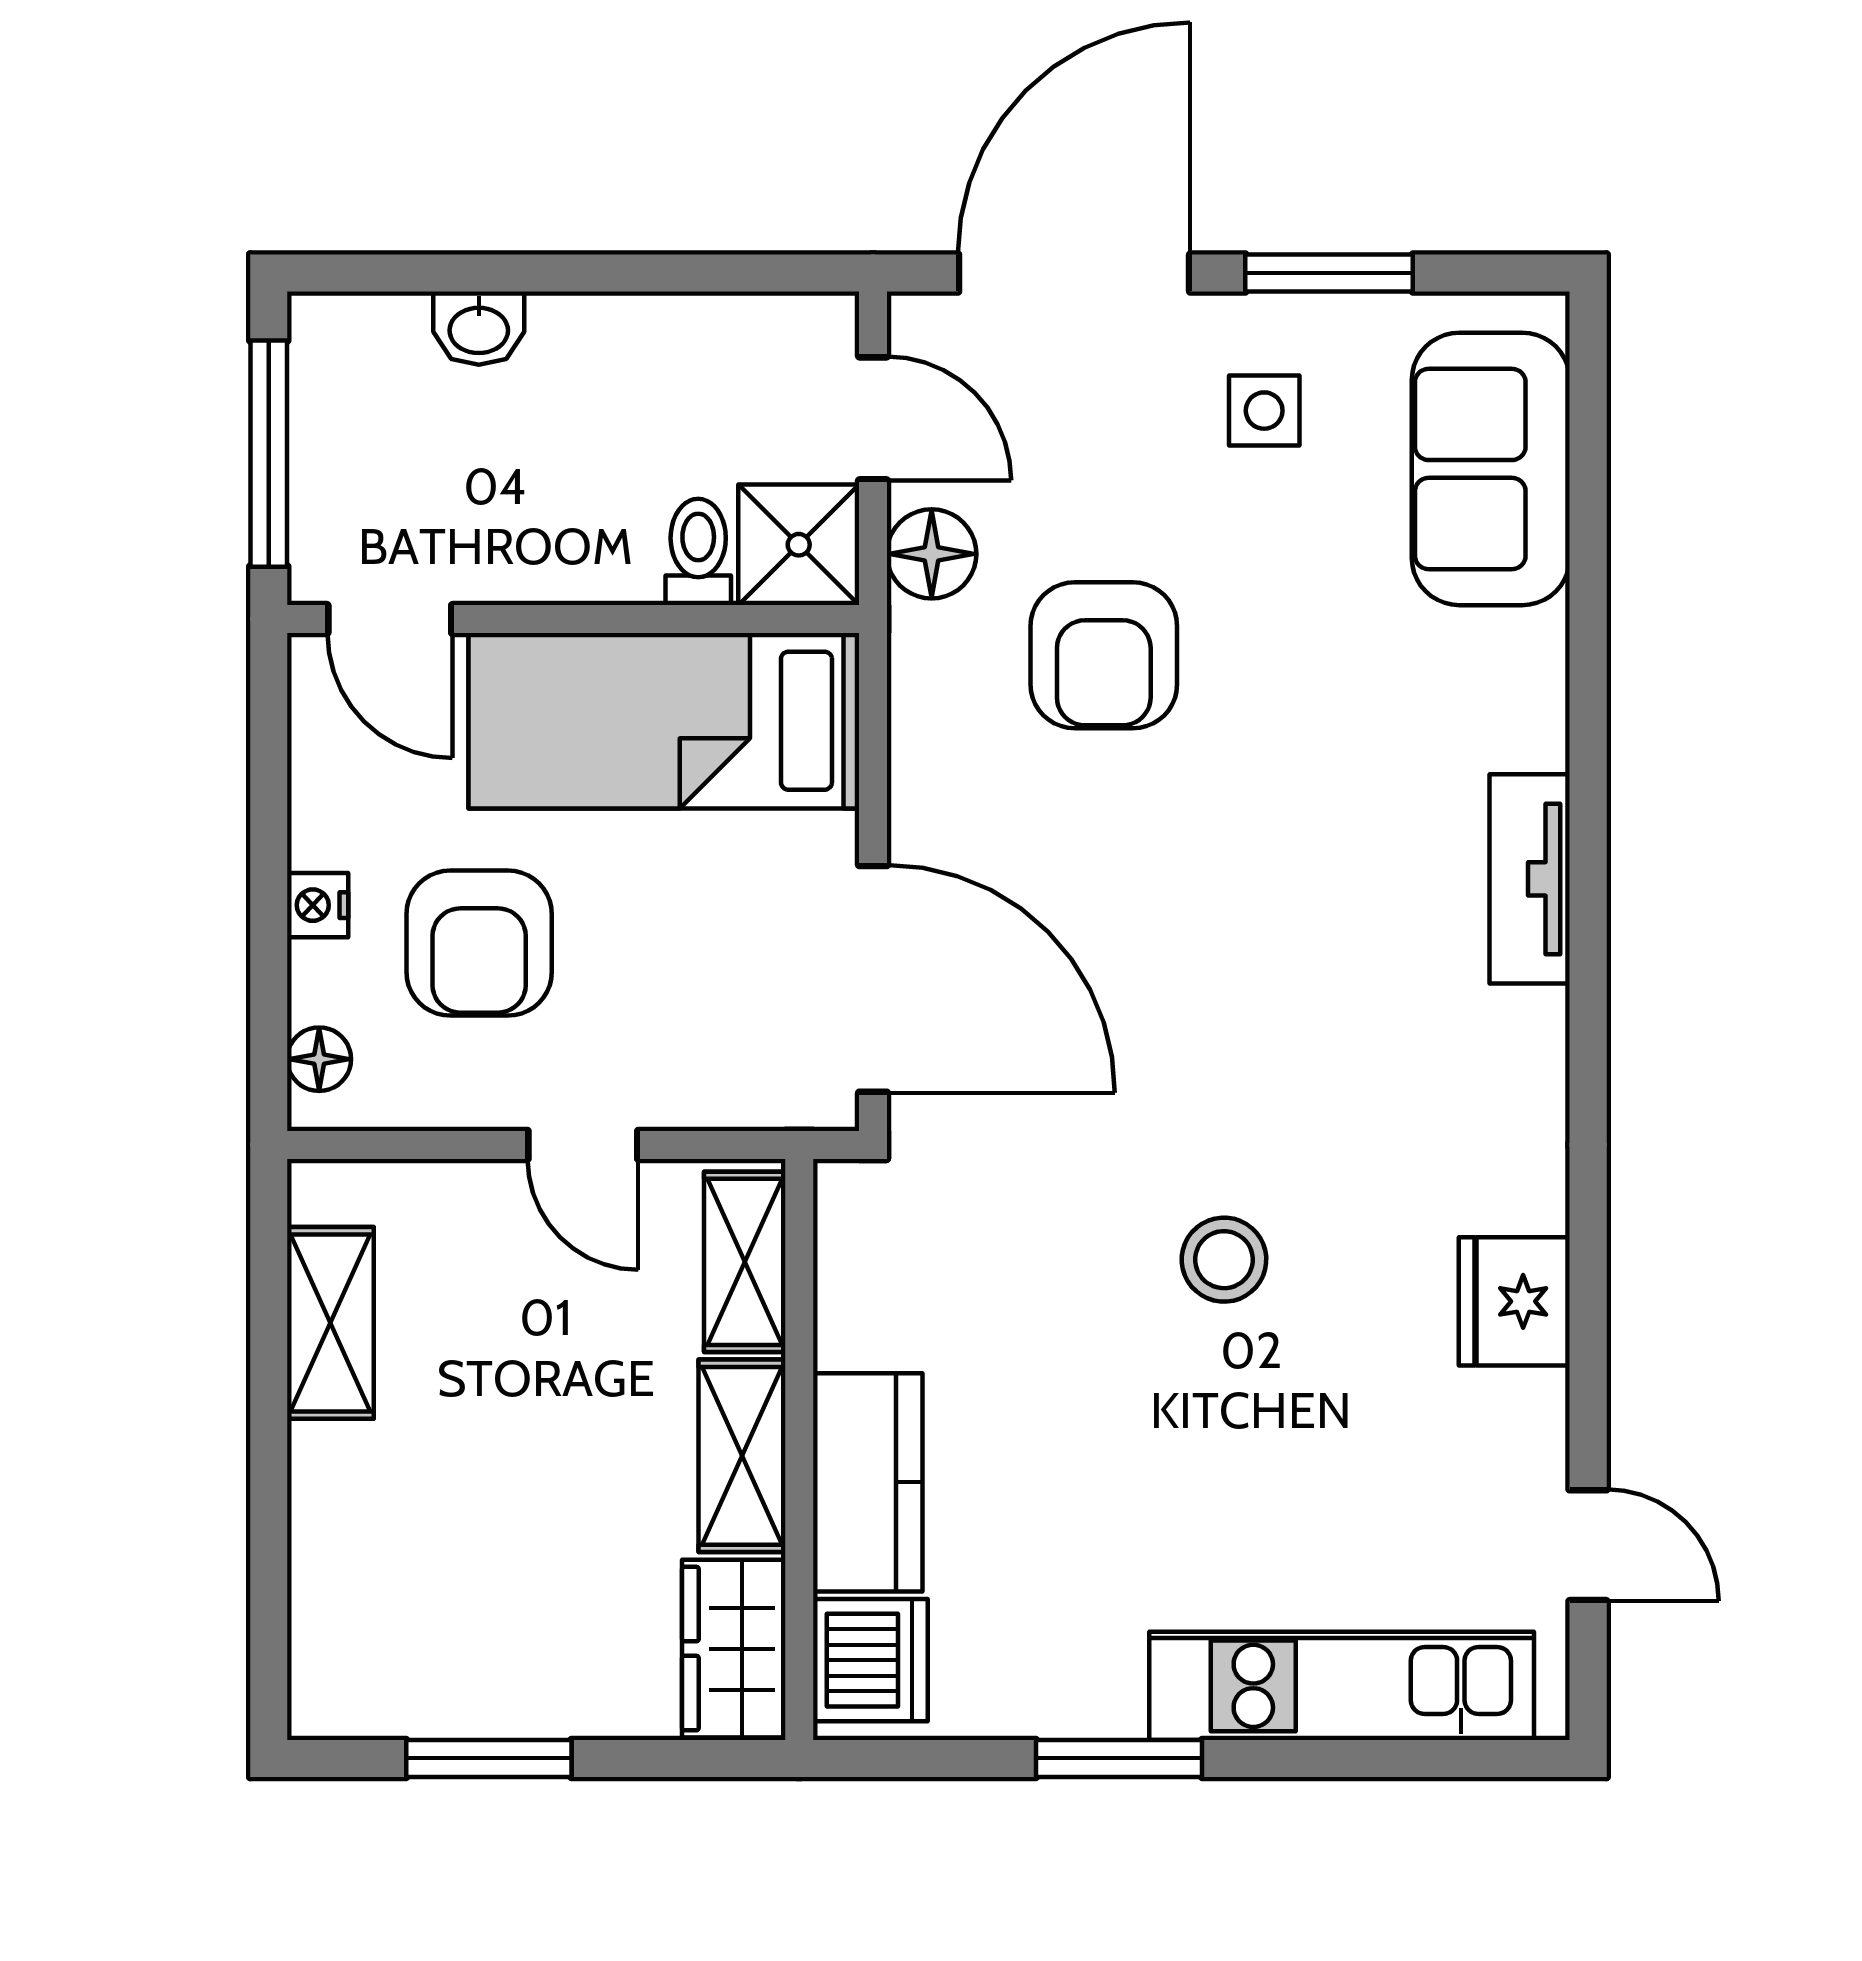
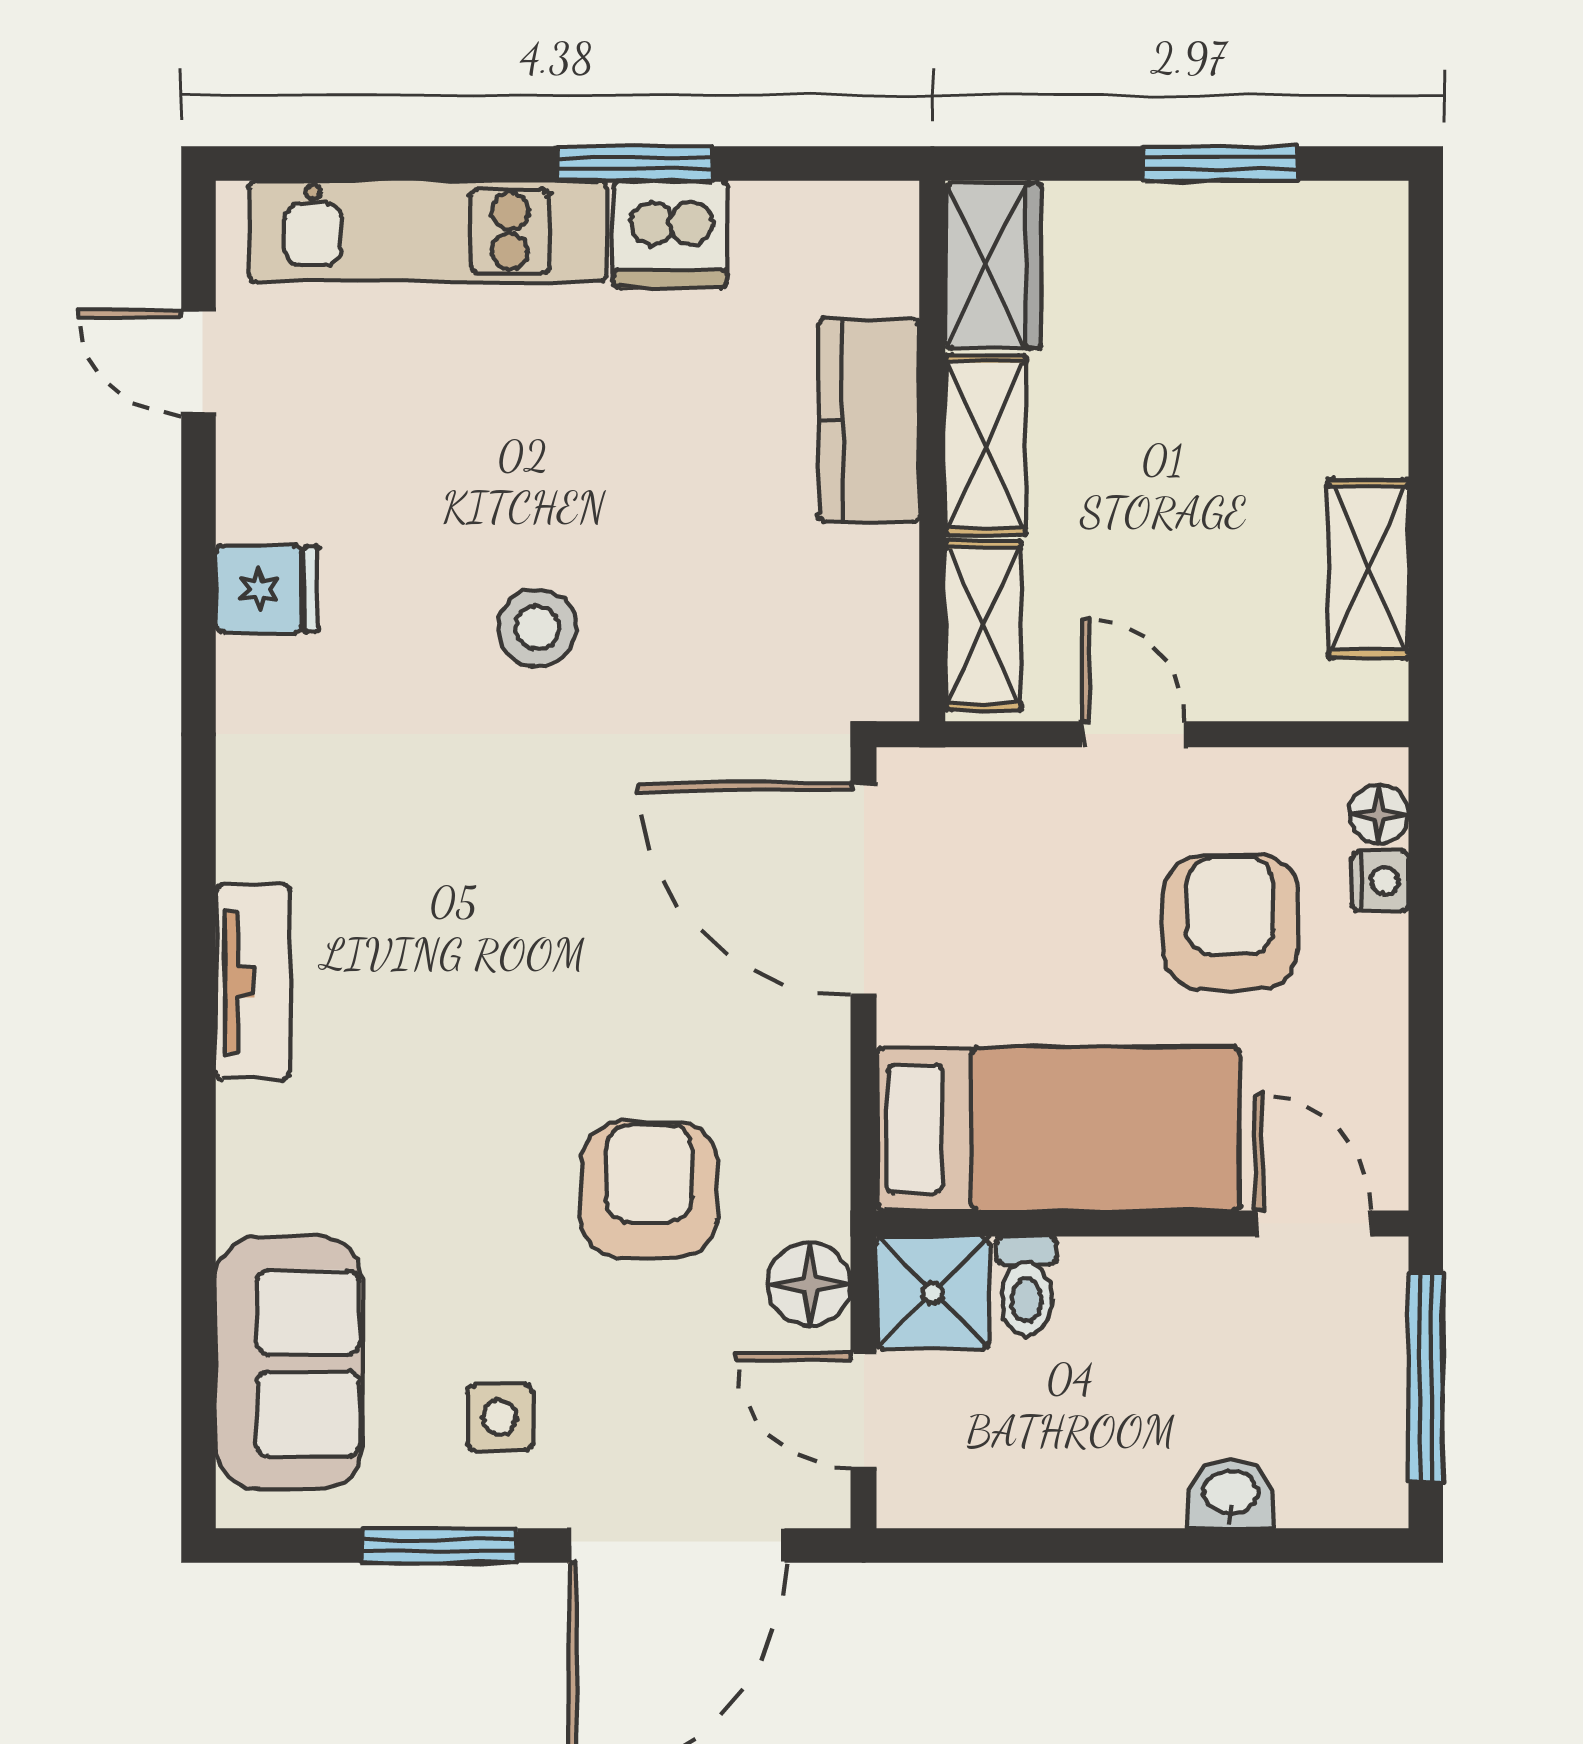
nightstand: (318, 905) -> (1380, 881), moved
fridge: (1514, 1301) -> (267, 589), width x0.72
dishwasher: (870, 1660) -> (670, 234), moved, turned -90

